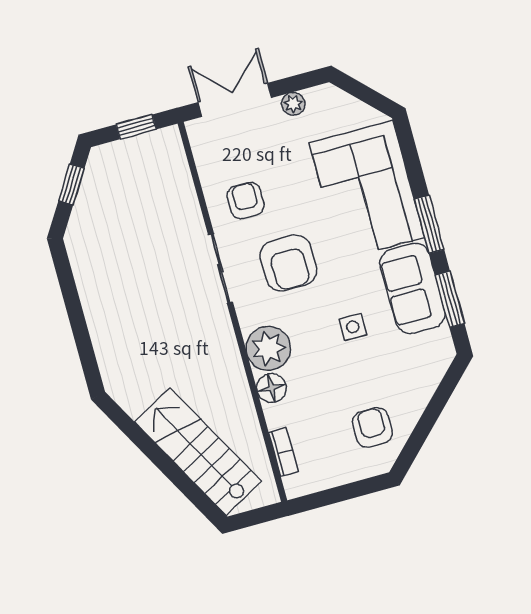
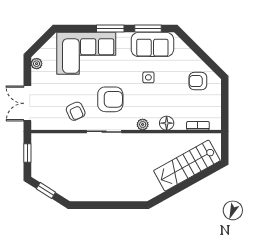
plant: (293, 104) -> (37, 64), moved
armchair: (246, 200) -> (76, 111), turned -115
sofa: (413, 288) -> (152, 44), moved
plant: (268, 348) -> (143, 125), width x0.53, depth x0.53

